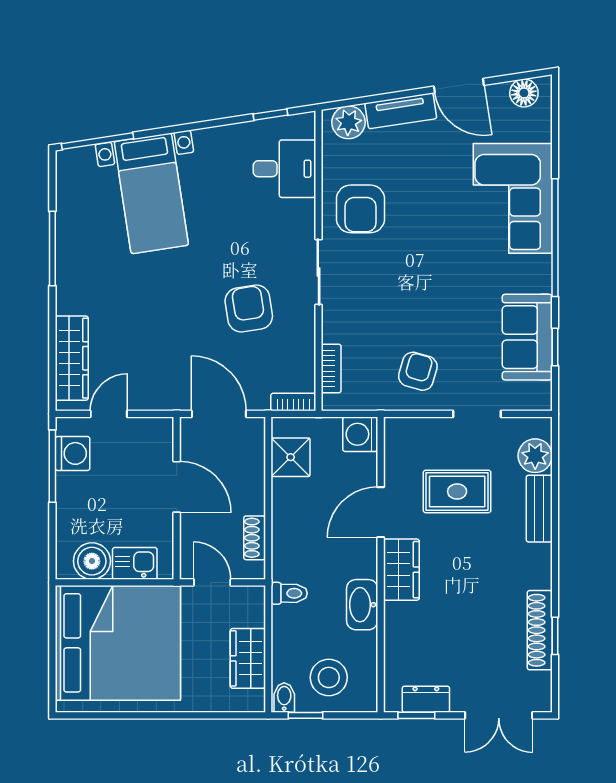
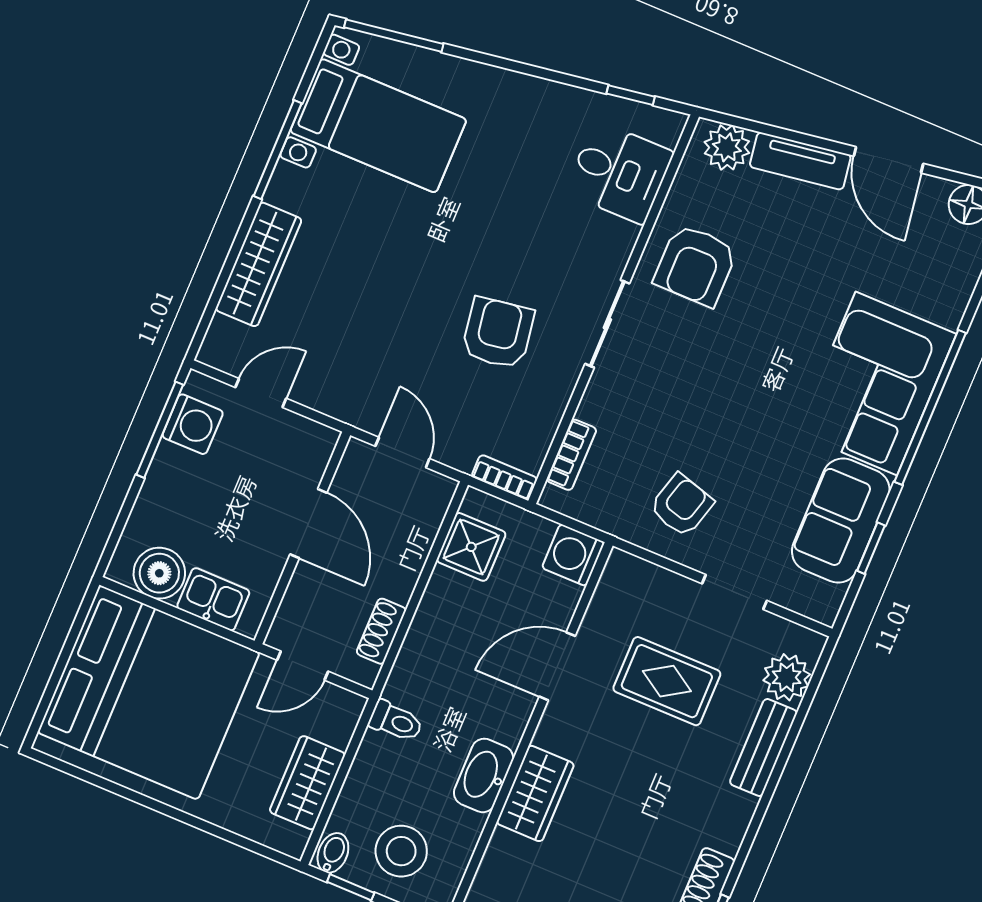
bed with nightstands: (151, 193) -> (378, 126), moved, turned -81
corner sofa: (513, 198) -> (876, 384), moved
wardrobe: (72, 358) -> (259, 264), moved
door: (219, 414) -> (402, 452), width x0.73
wardrobe: (401, 570) -> (535, 793), moved
door: (212, 582) -> (303, 666), swing flipped

